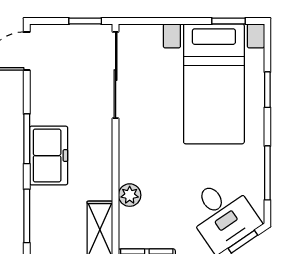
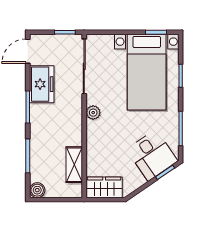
freezer: (49, 156) -> (42, 84), moved
plant: (130, 195) -> (93, 113), moved

